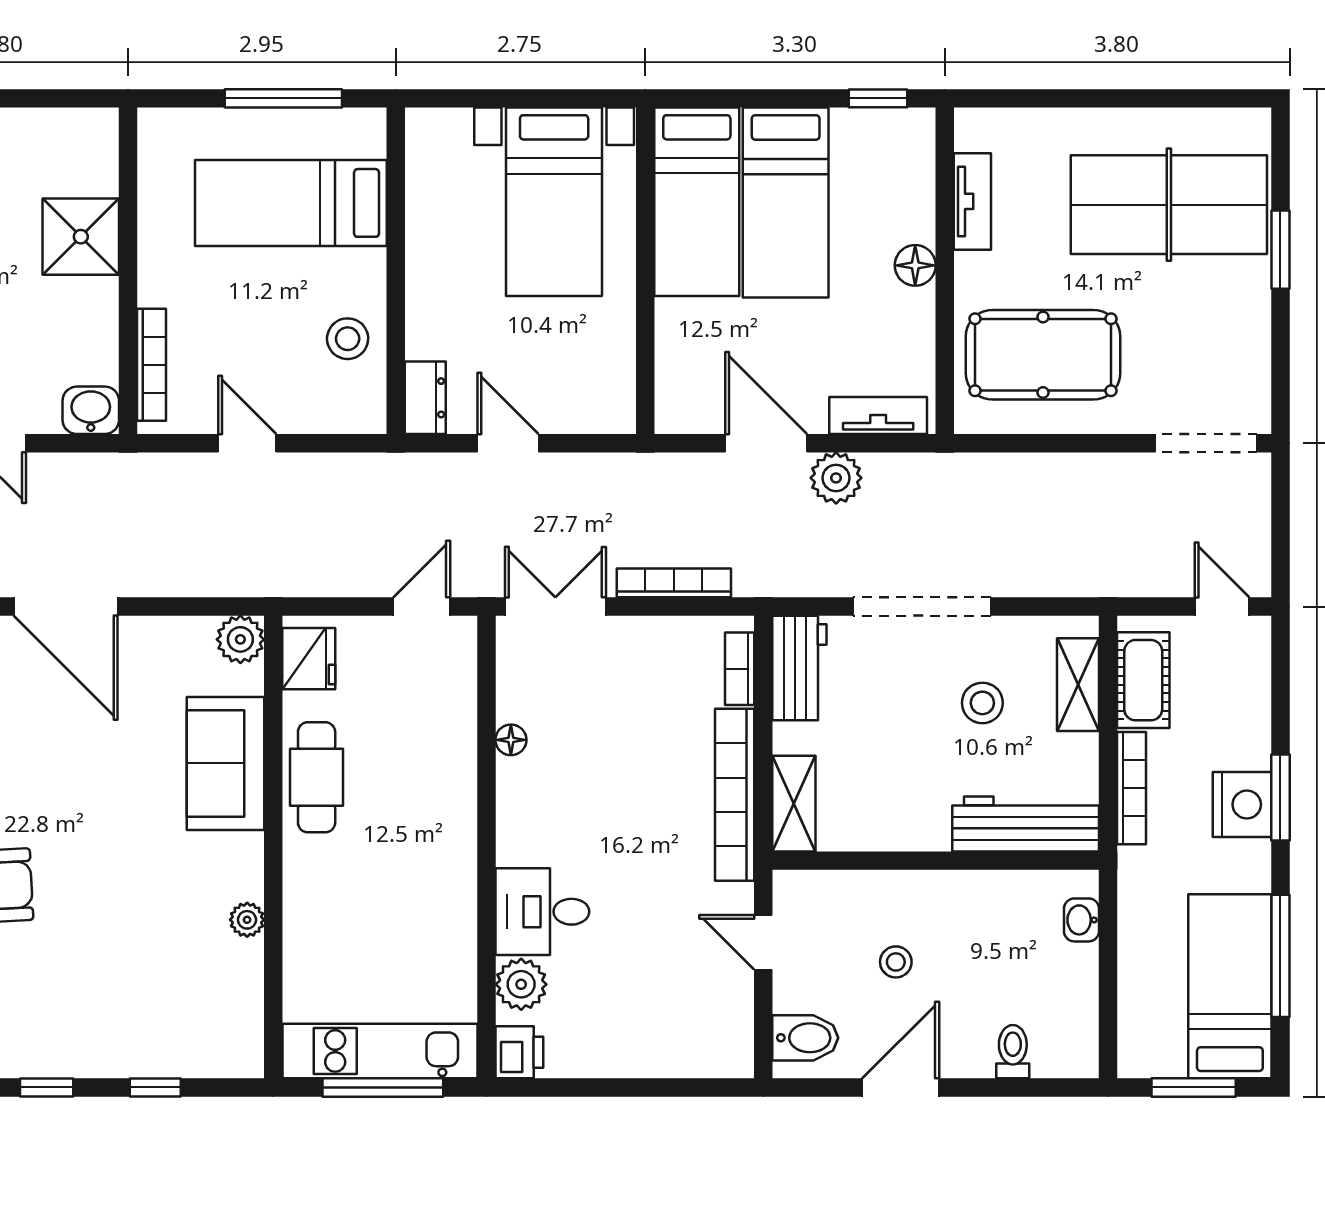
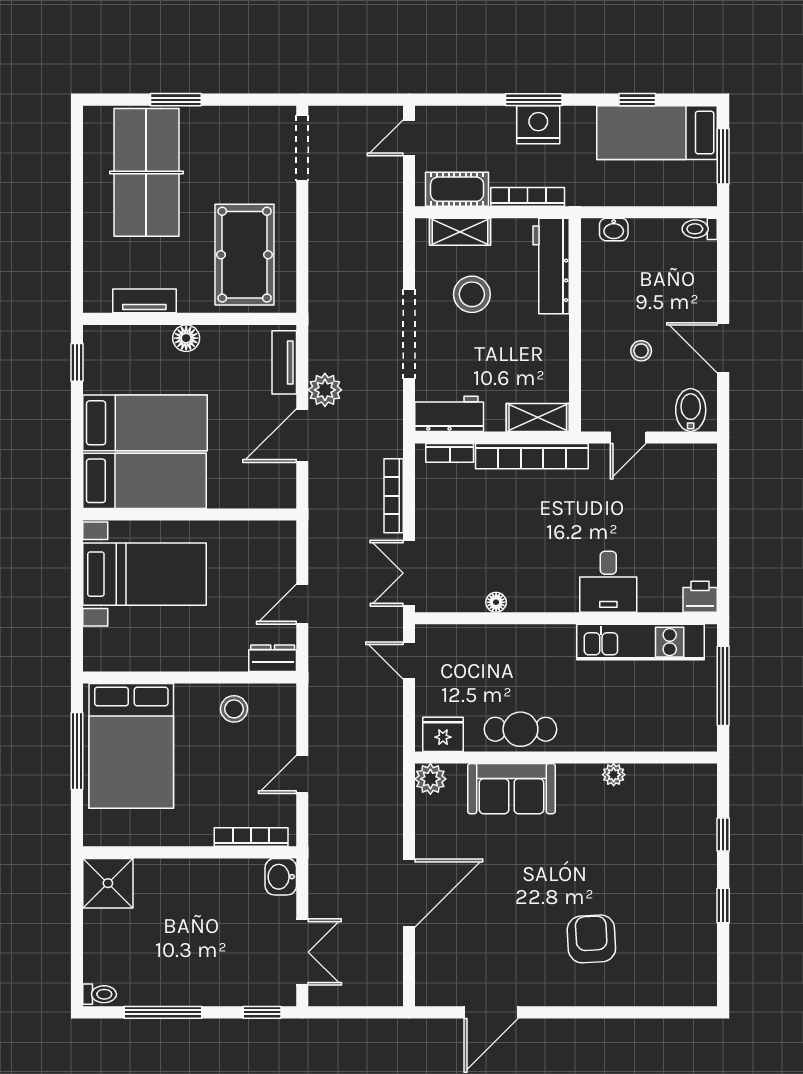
bed: (291, 203) -> (131, 746), width x1.50
shower: (81, 237) -> (108, 883), moved
stool: (982, 703) -> (472, 294), width x1.38, depth x1.38
window: (1280, 956) -> (637, 100), width x0.46
plant: (521, 984) -> (656, 596), removed
kitchen unit: (380, 1051) -> (640, 642), moved, turned -90
toilet: (1013, 1052) -> (700, 229), moved

